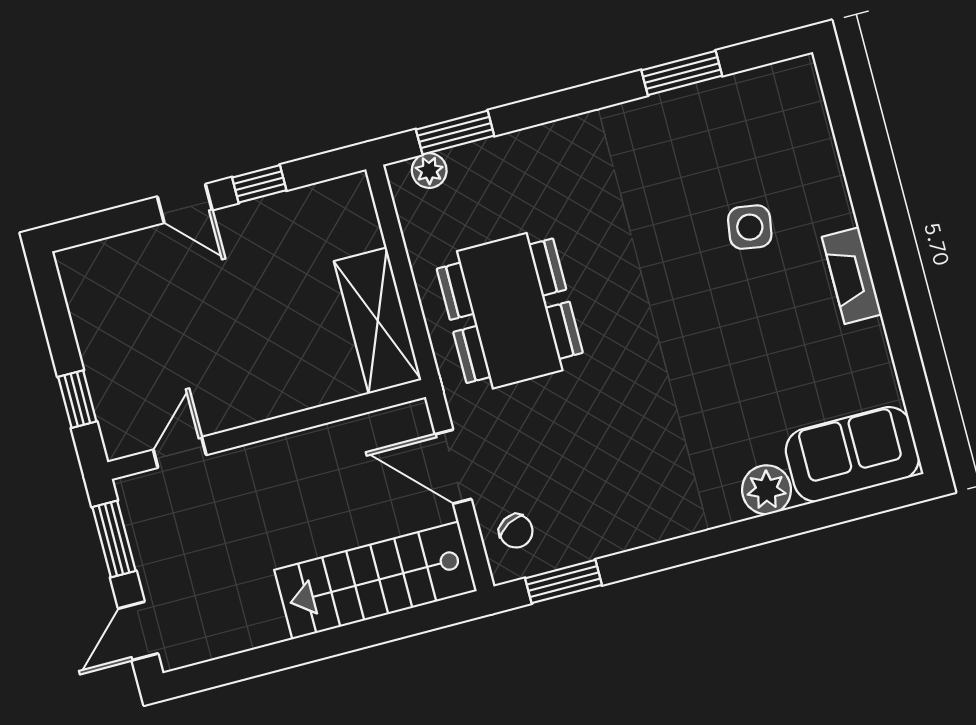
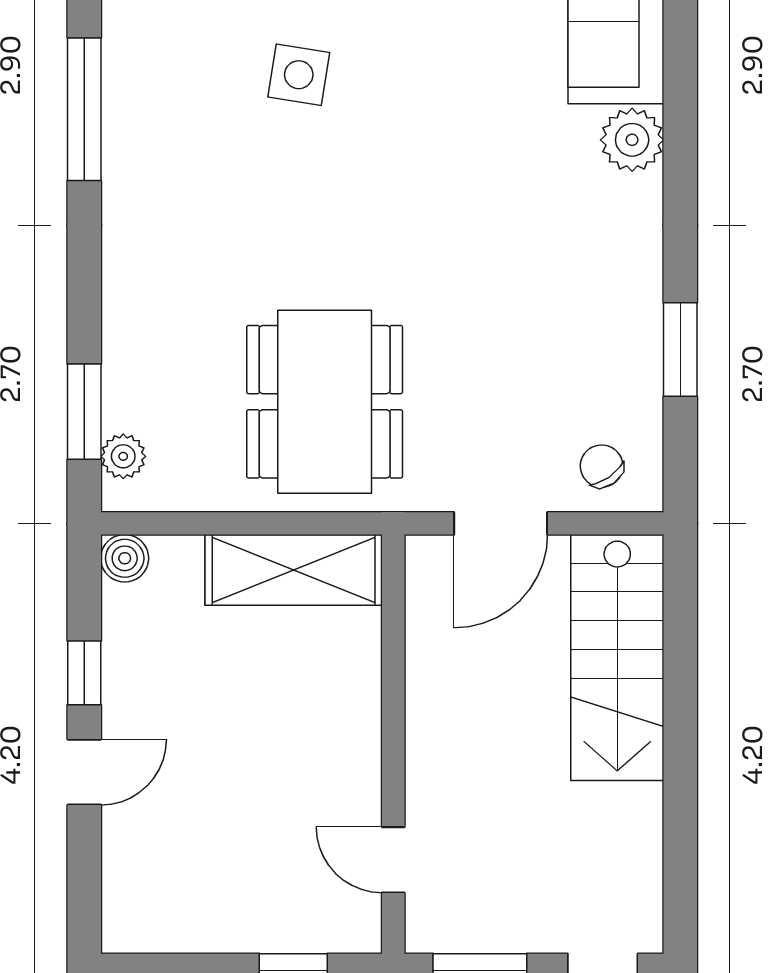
window: (682, 73) -> (84, 109), width x1.44
boiler: (353, 192) -> (125, 558), added
dining table: (510, 311) -> (325, 402), turned 90
chair: (516, 531) -> (602, 466), turned -96
window: (563, 582) -> (680, 350), moved

